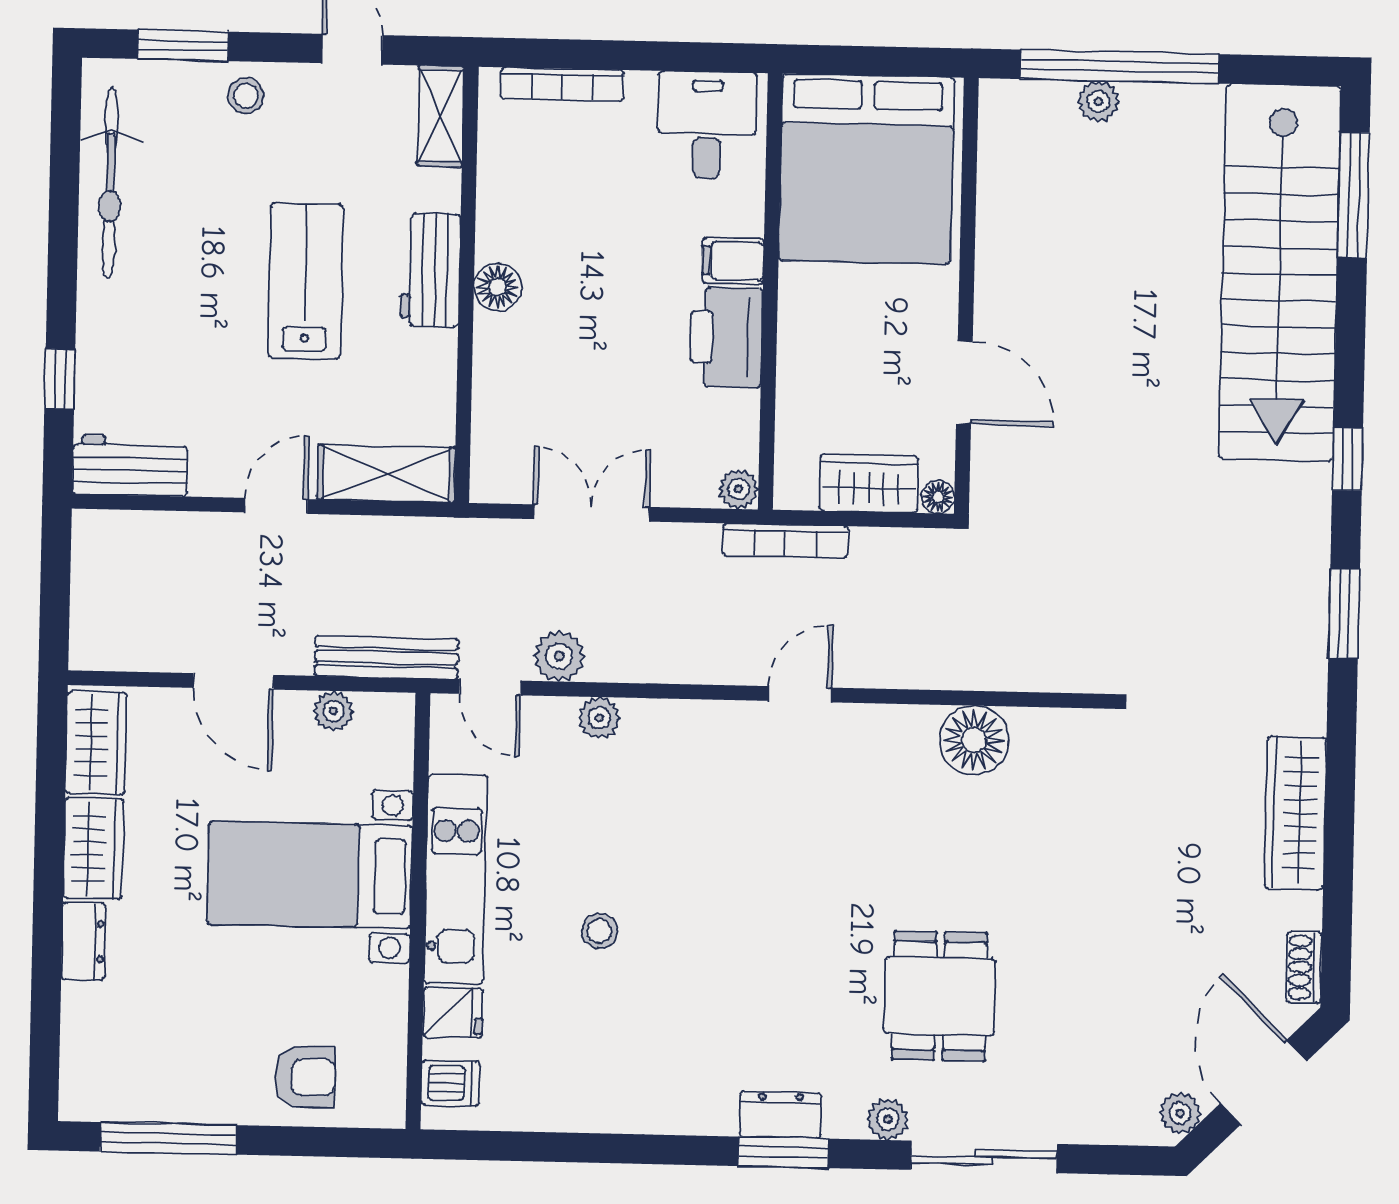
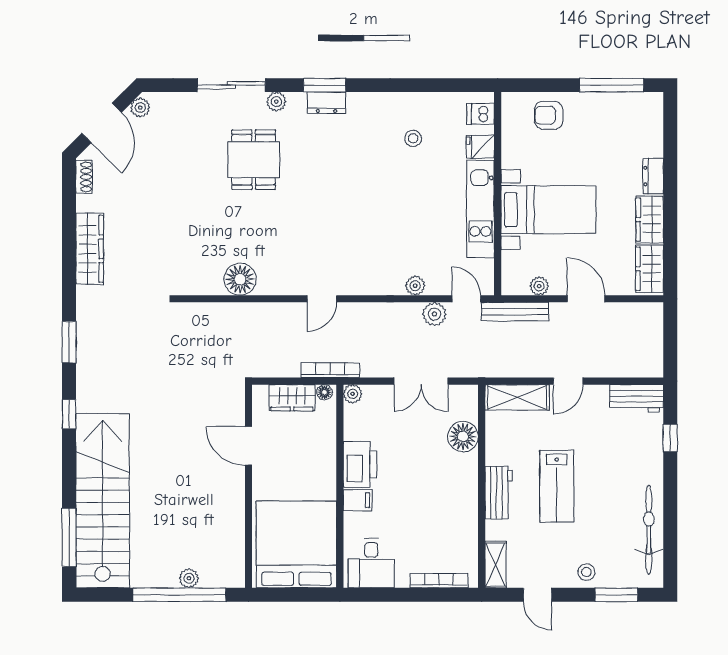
floor lamp: (498, 287) -> (463, 437), moved, width x1.38, depth x1.38
floor lamp: (938, 497) -> (324, 392), moved
stool: (599, 931) -> (413, 138), moved

